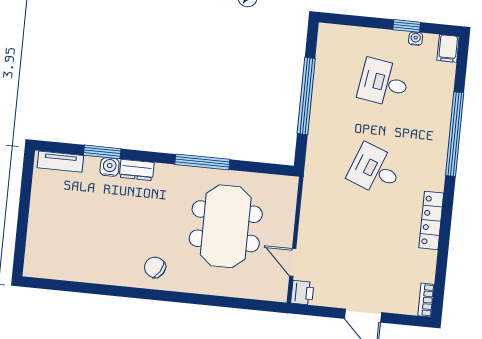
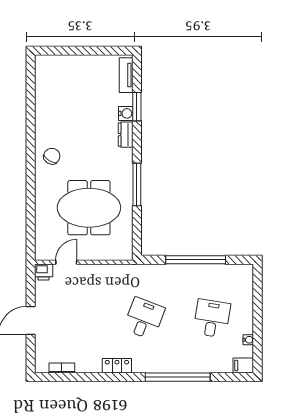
window: (407, 26) -> (257, 332), removed
locker: (431, 220) -> (117, 366), width x0.66
bookcase: (426, 300) -> (62, 368), moved

